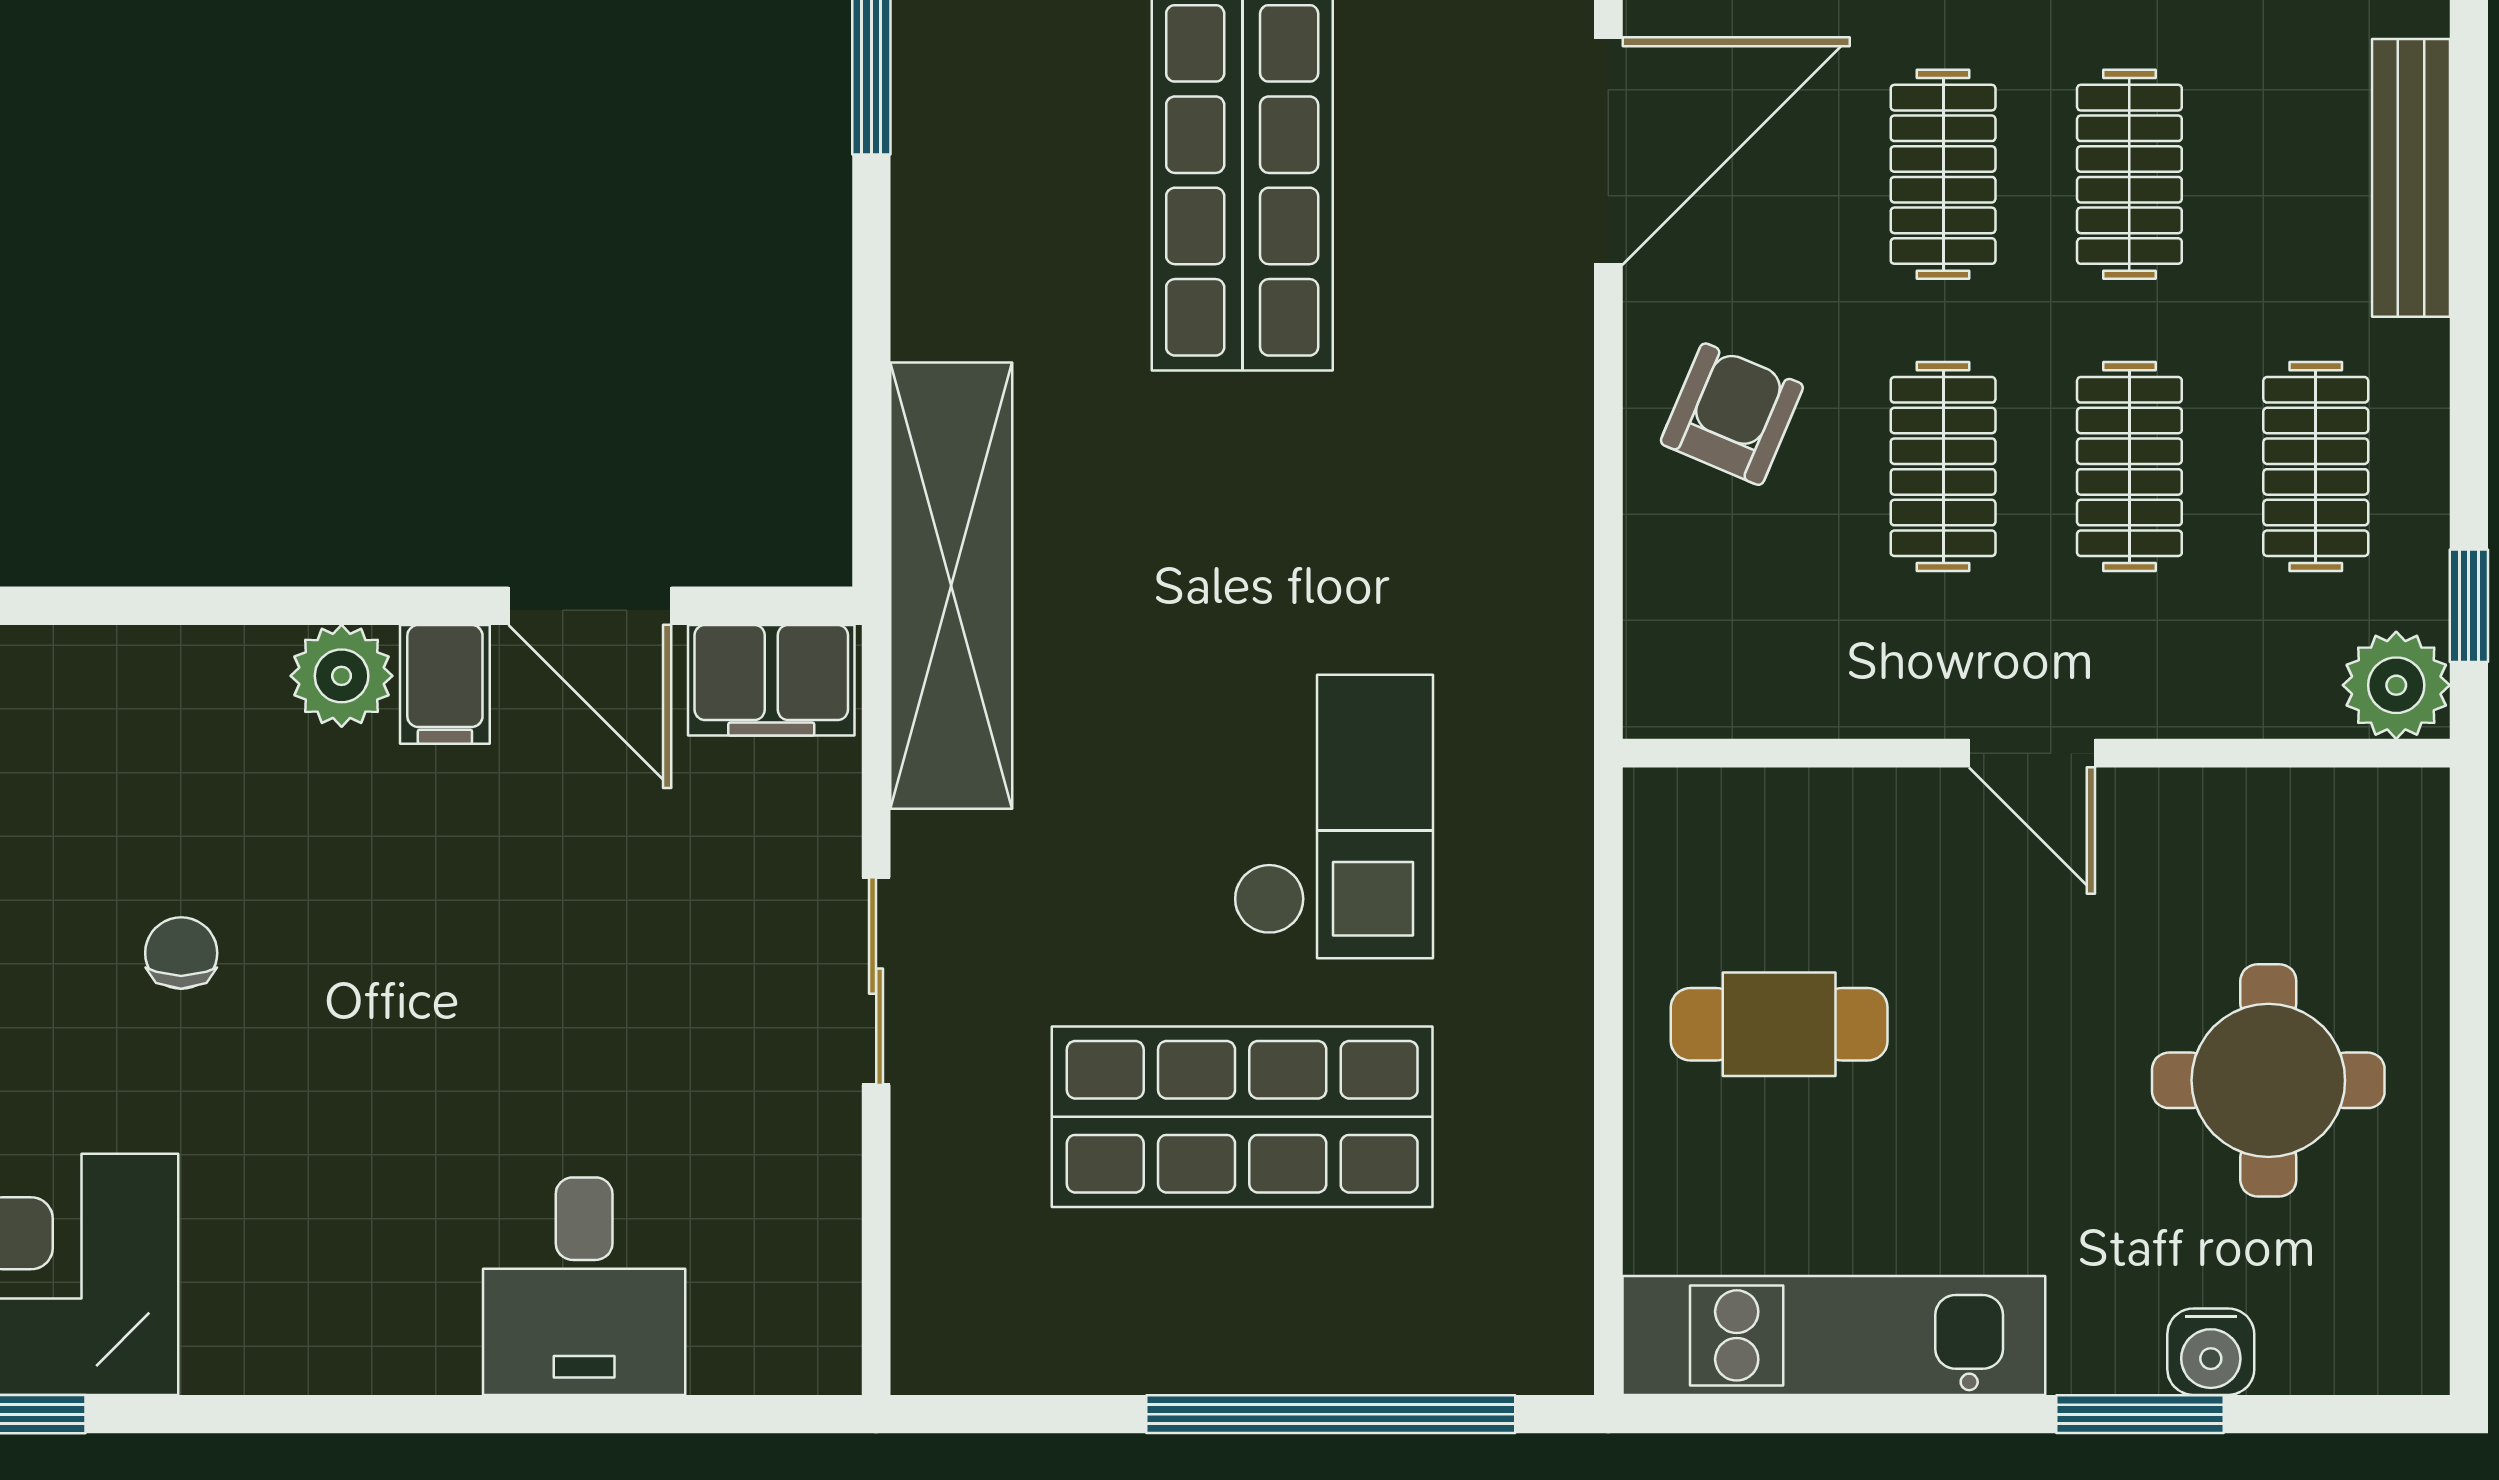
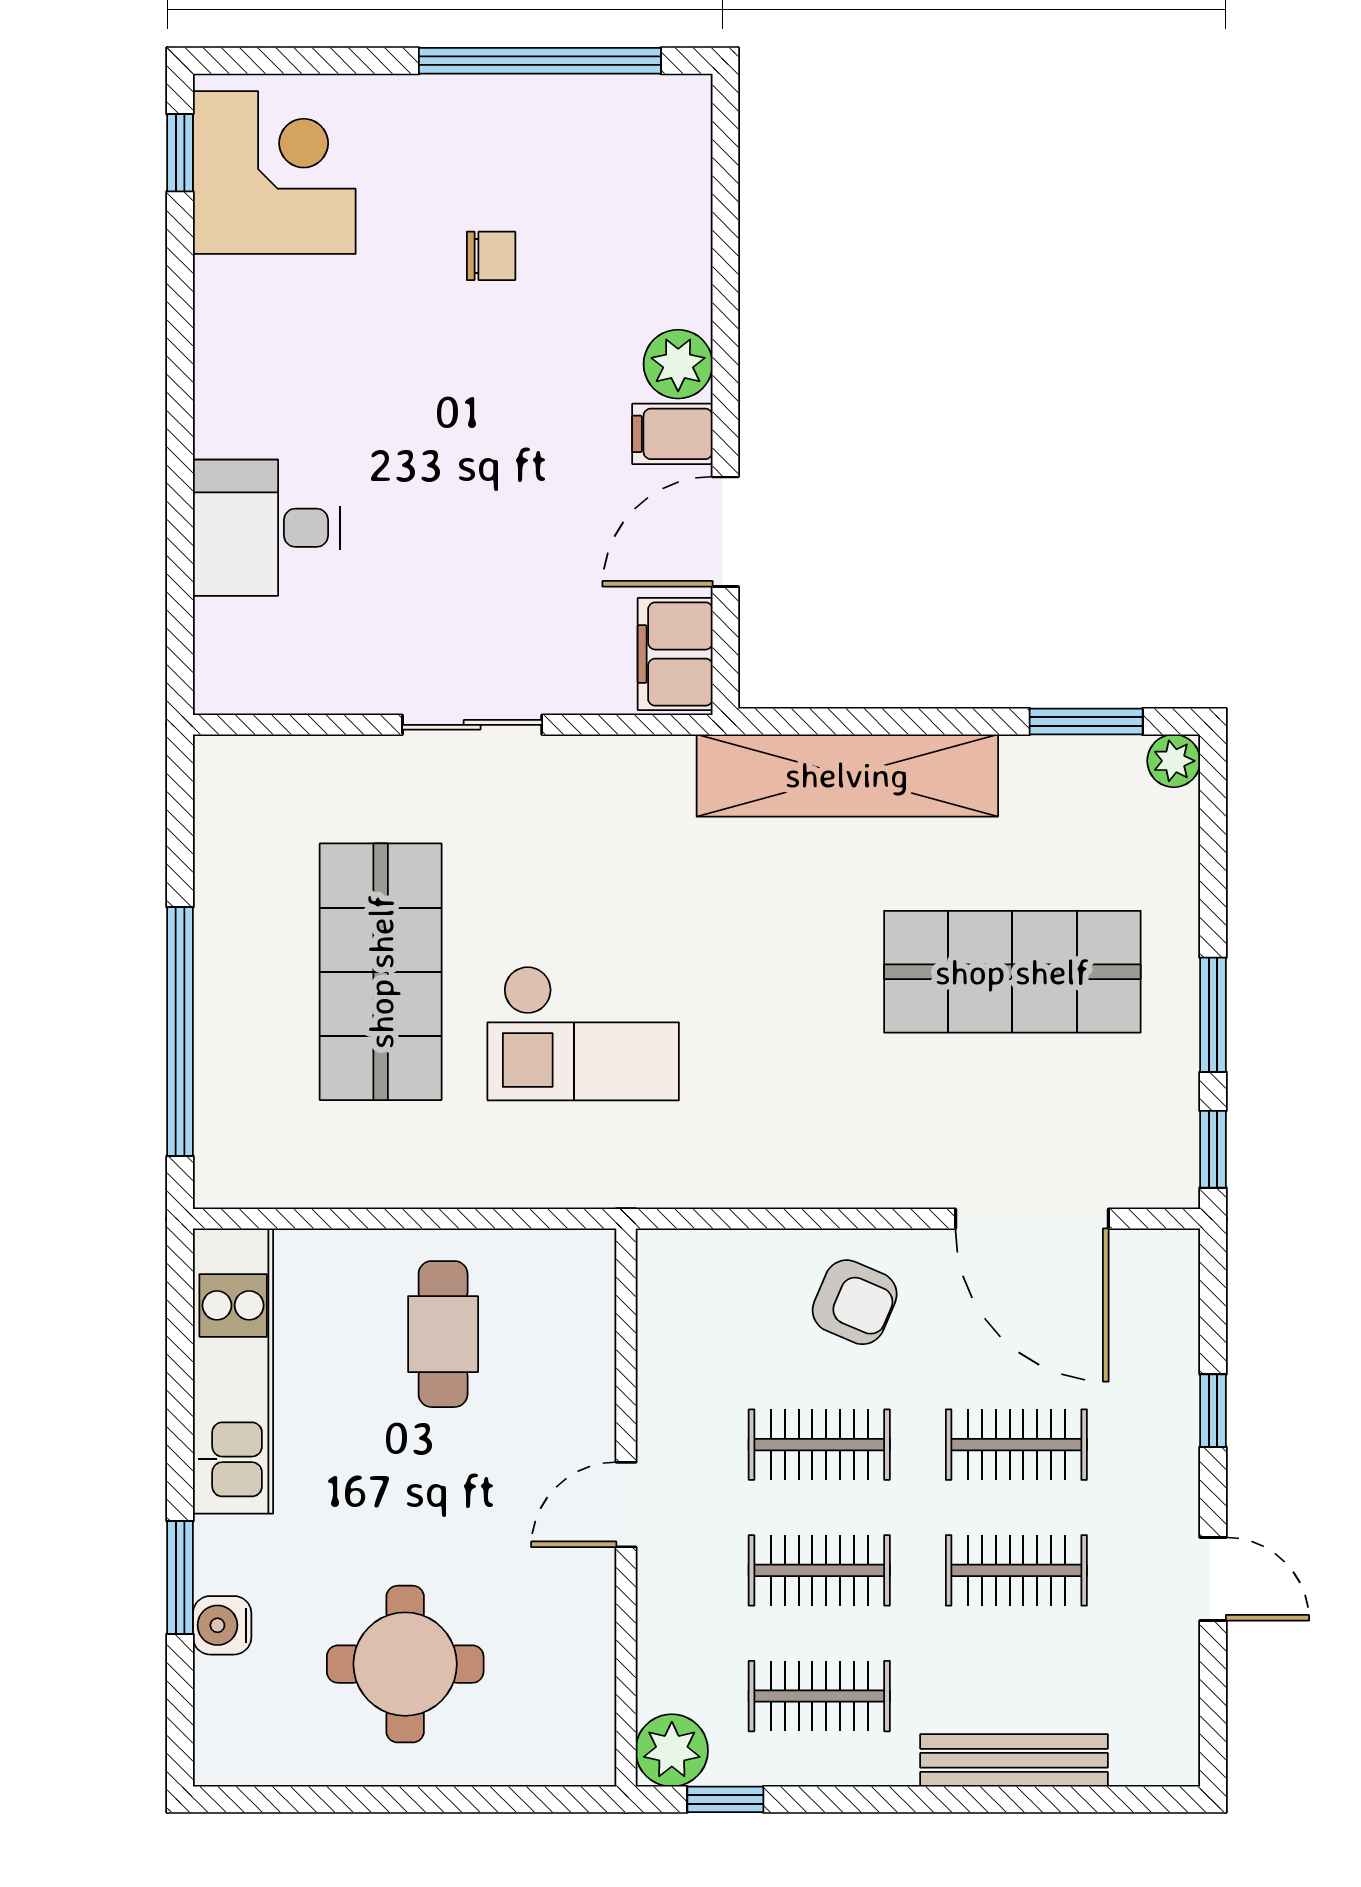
shelving: (951, 586) -> (847, 775), moved

